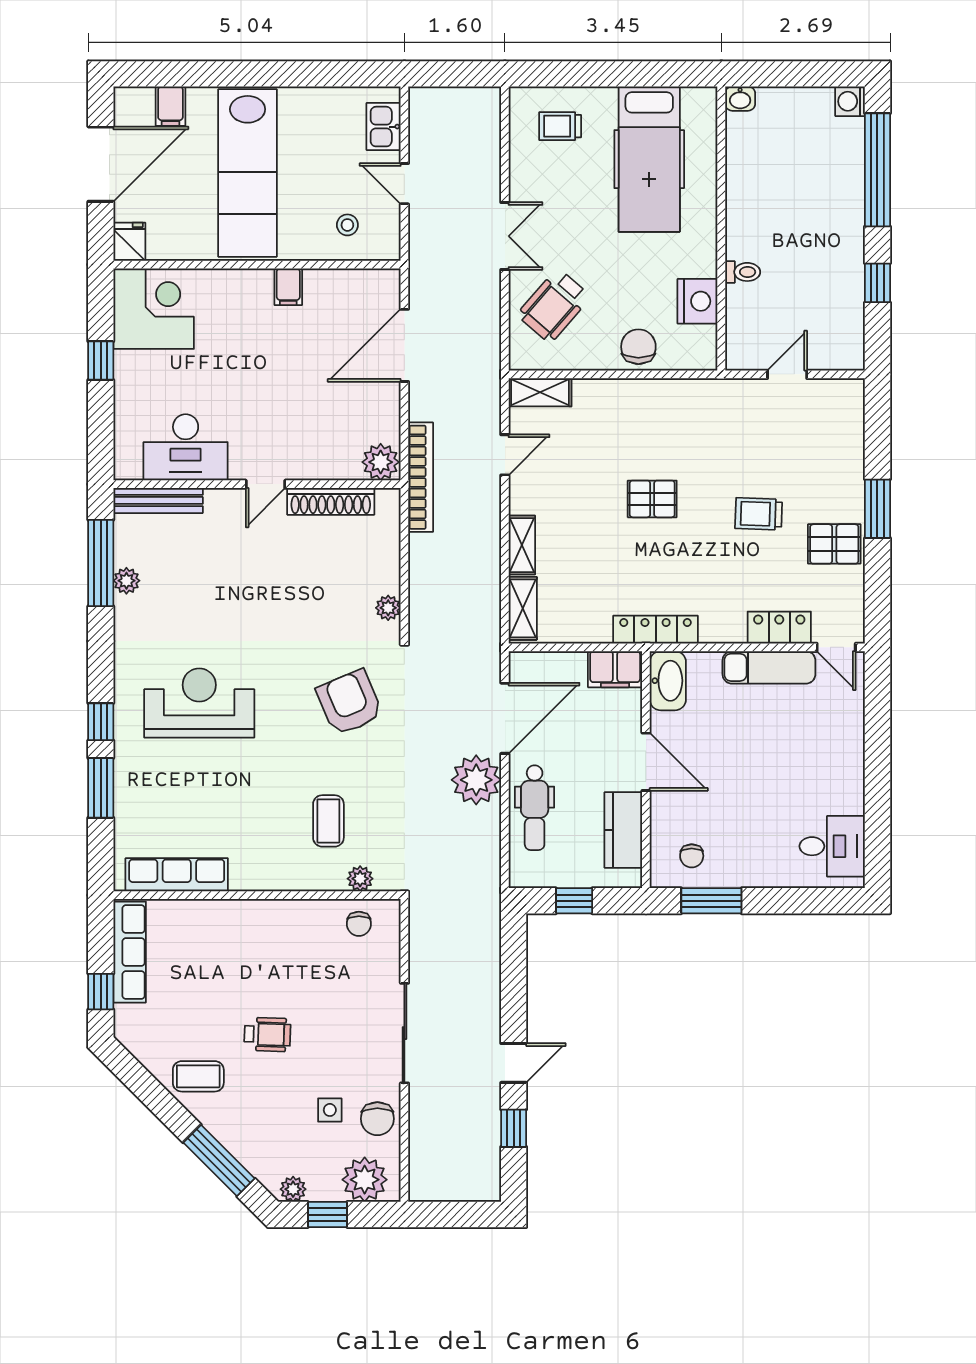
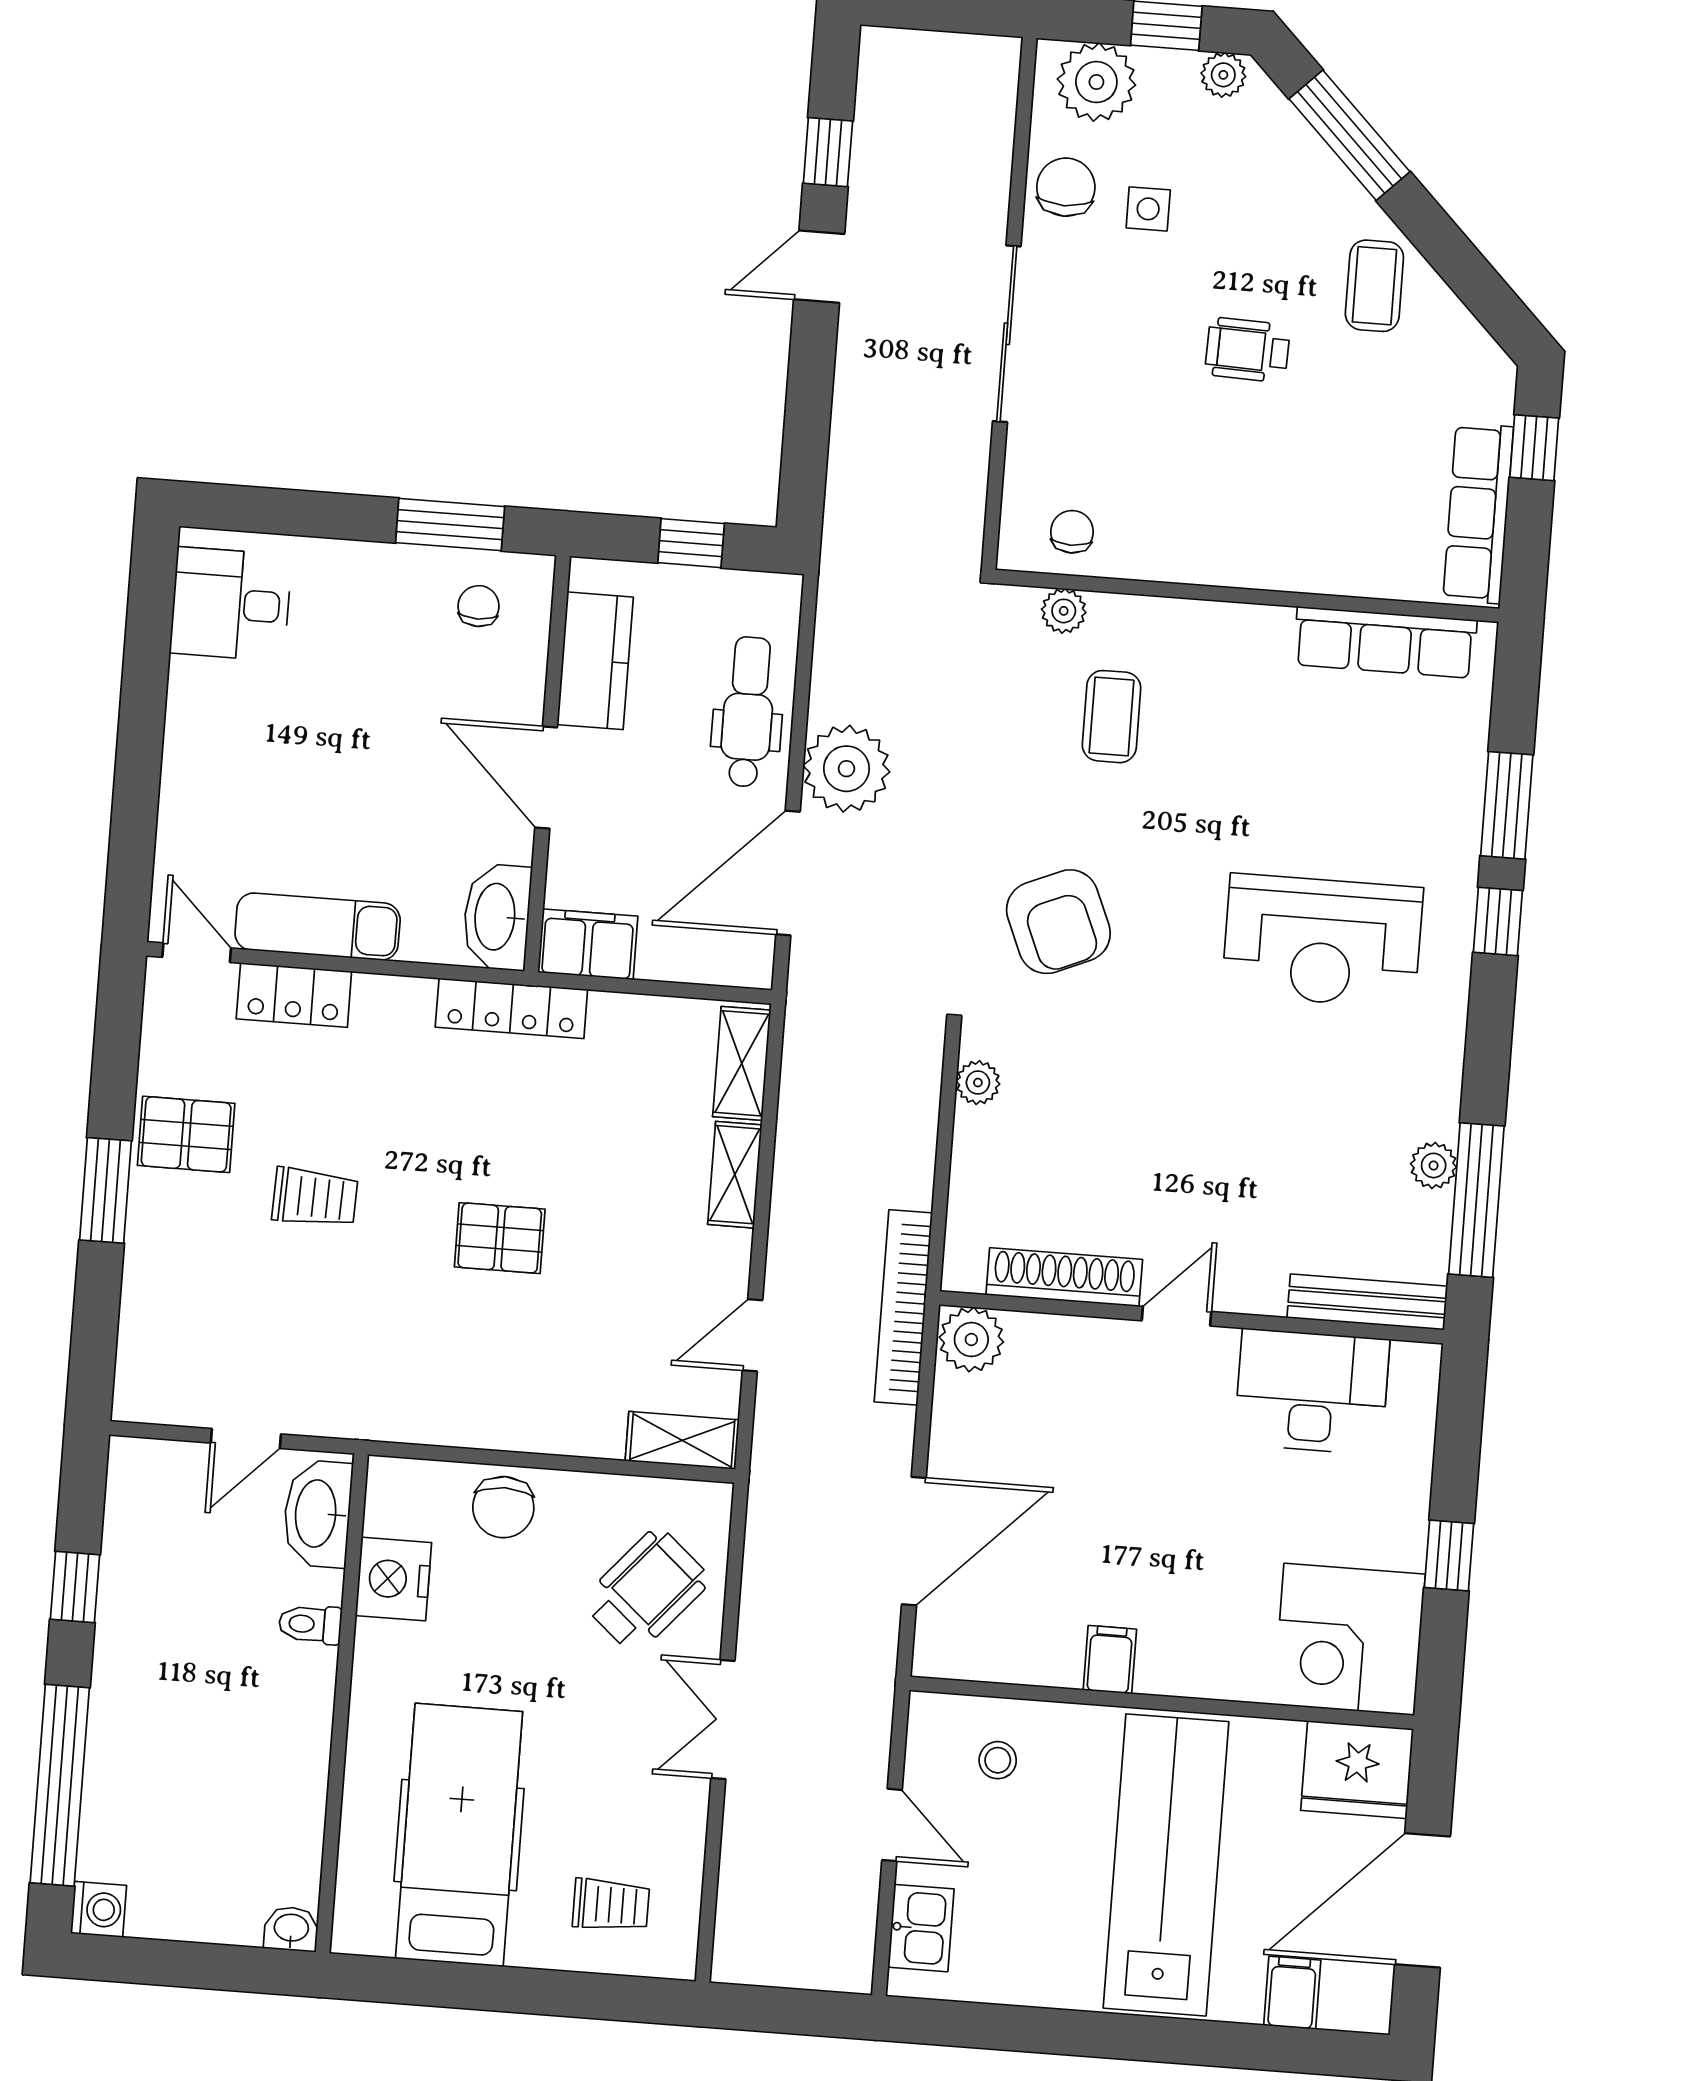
fridge: (129, 242) -> (1357, 1770), width x1.88, depth x1.34
washbasin: (743, 335) -> (318, 1514), added
coffee table: (198, 1076) -> (1374, 286), turned 90

